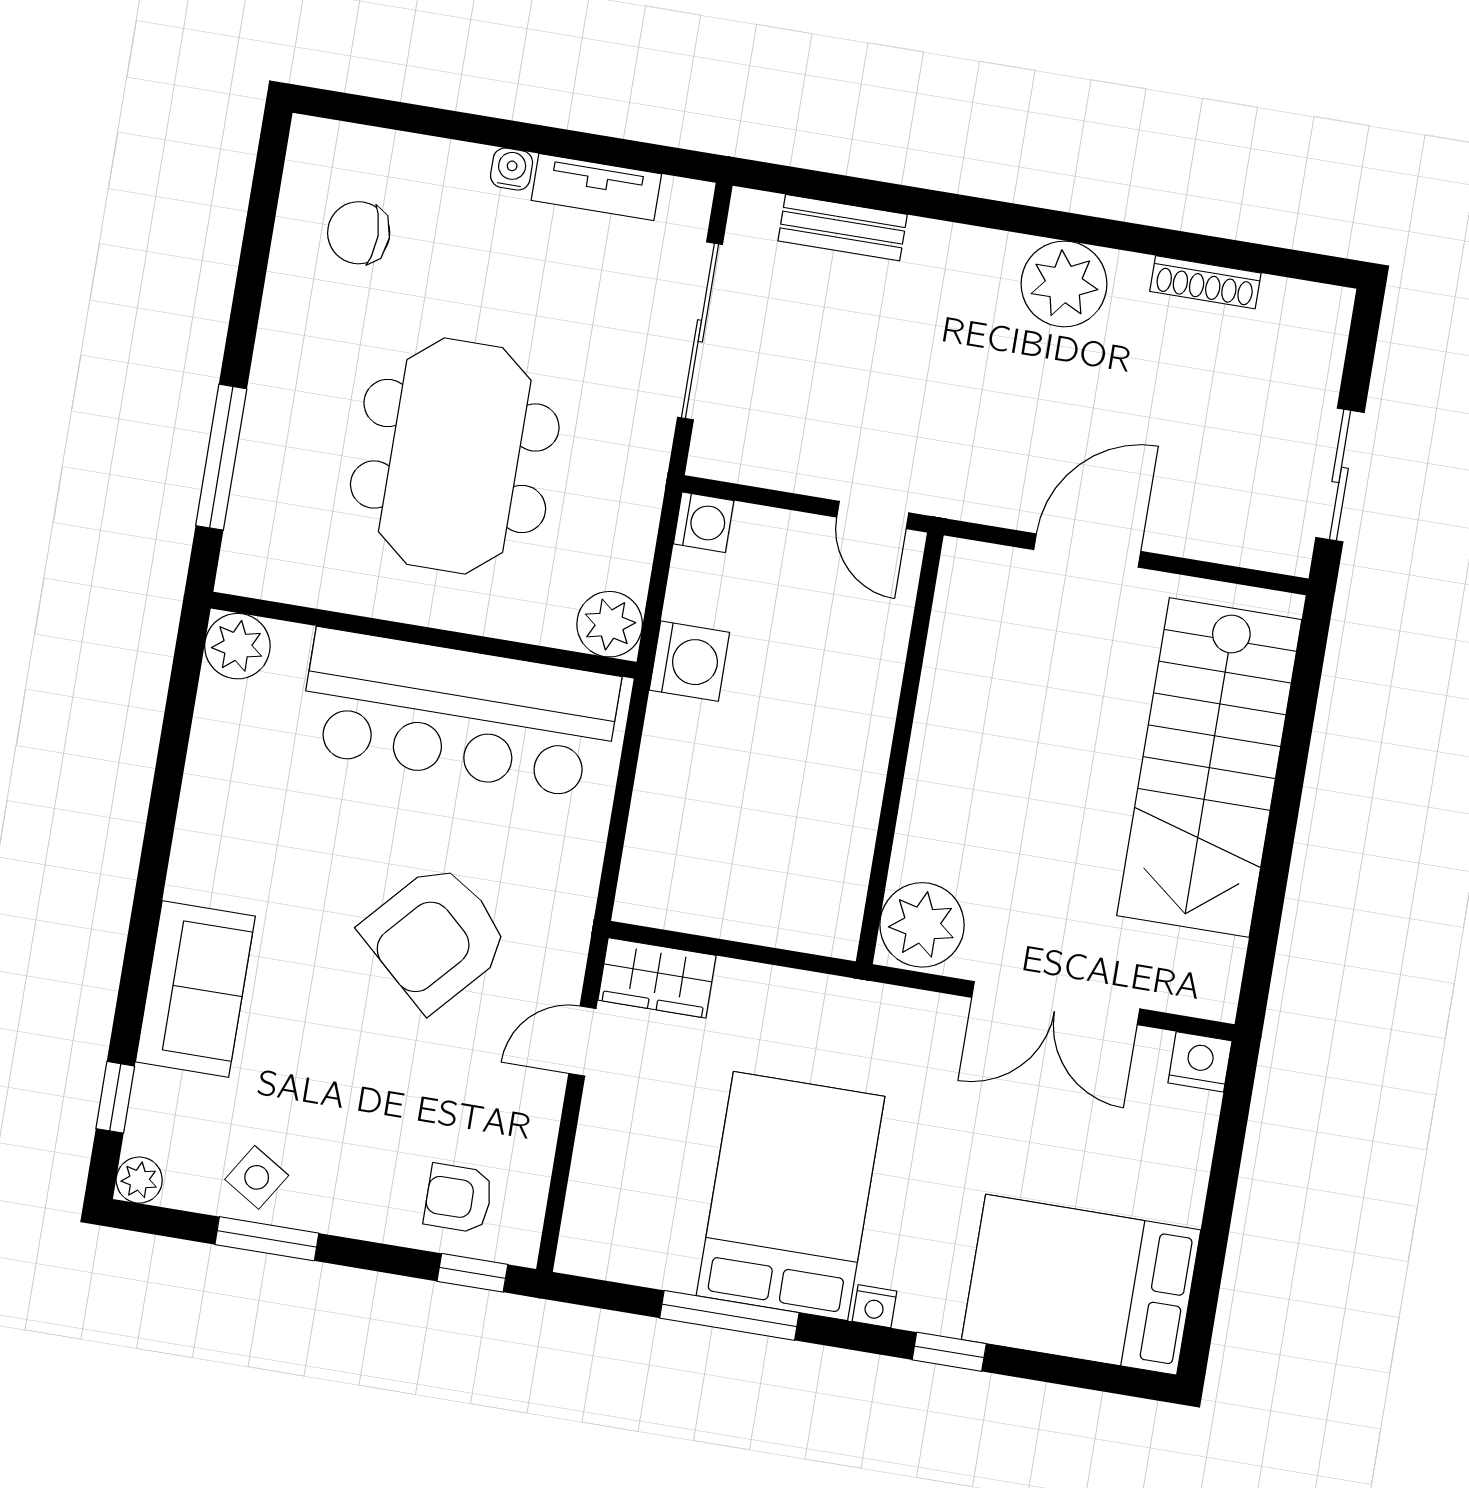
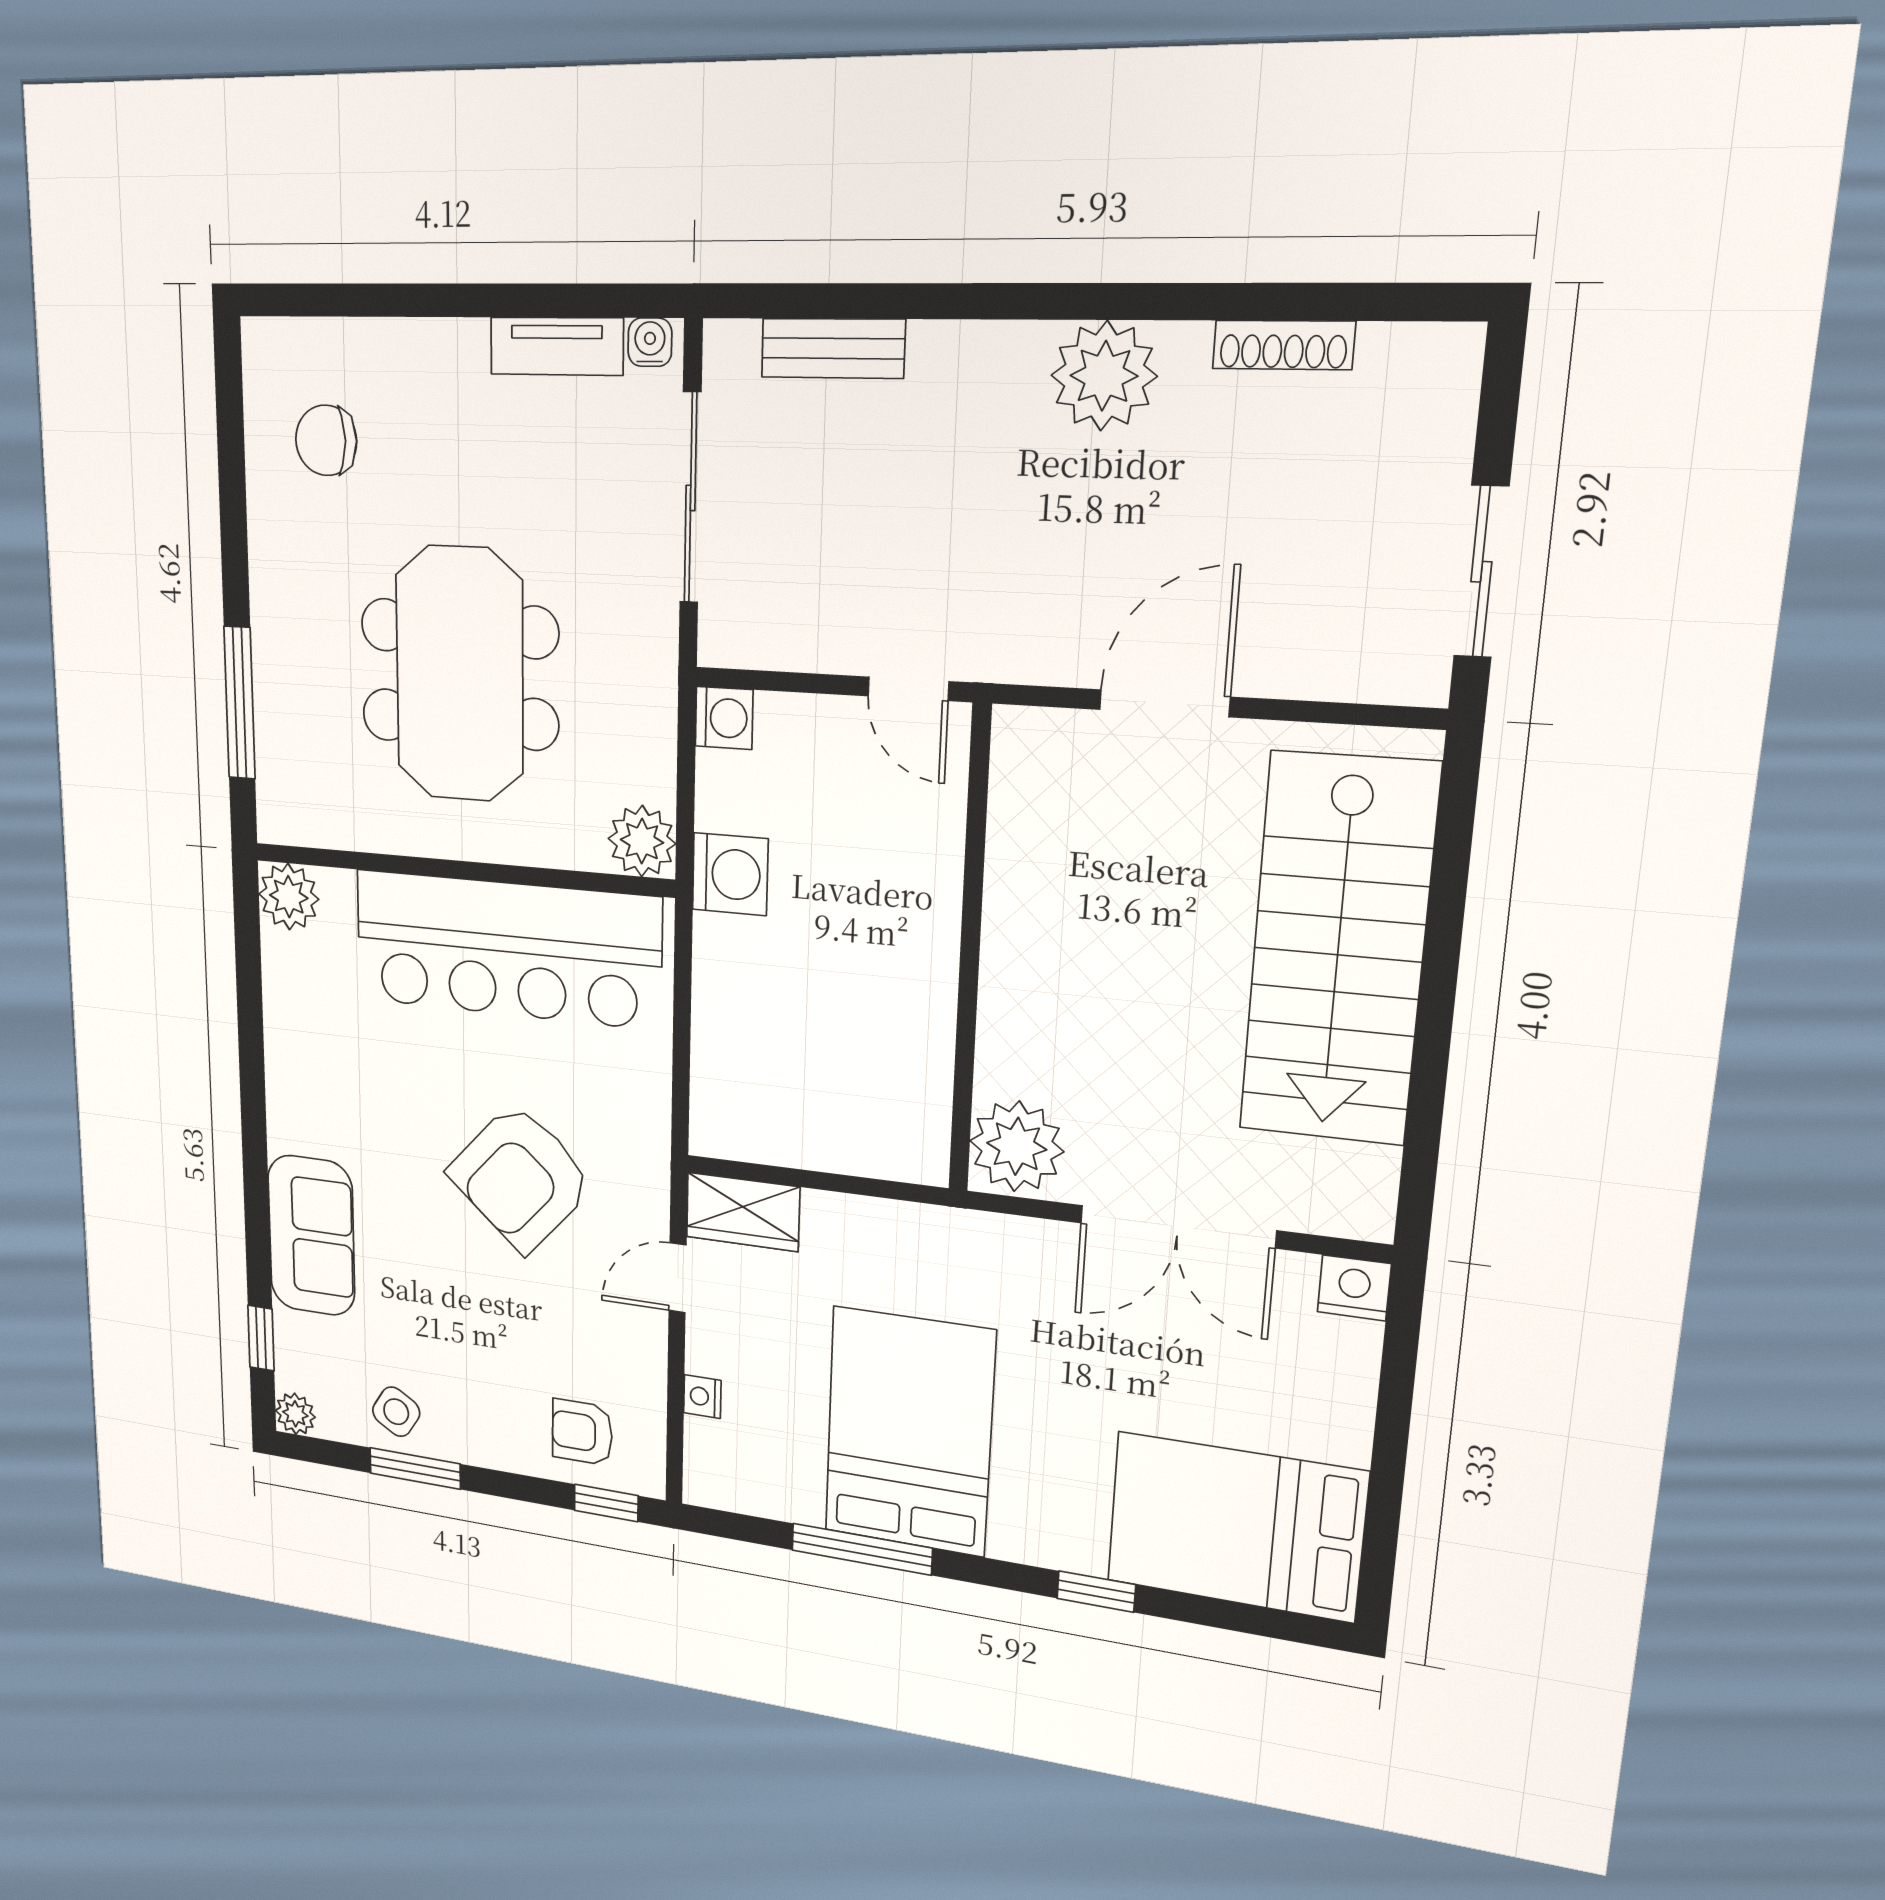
water cooler: (512, 169) -> (650, 342), moved
nightstand: (875, 1306) -> (702, 1397), moved, turned 90

